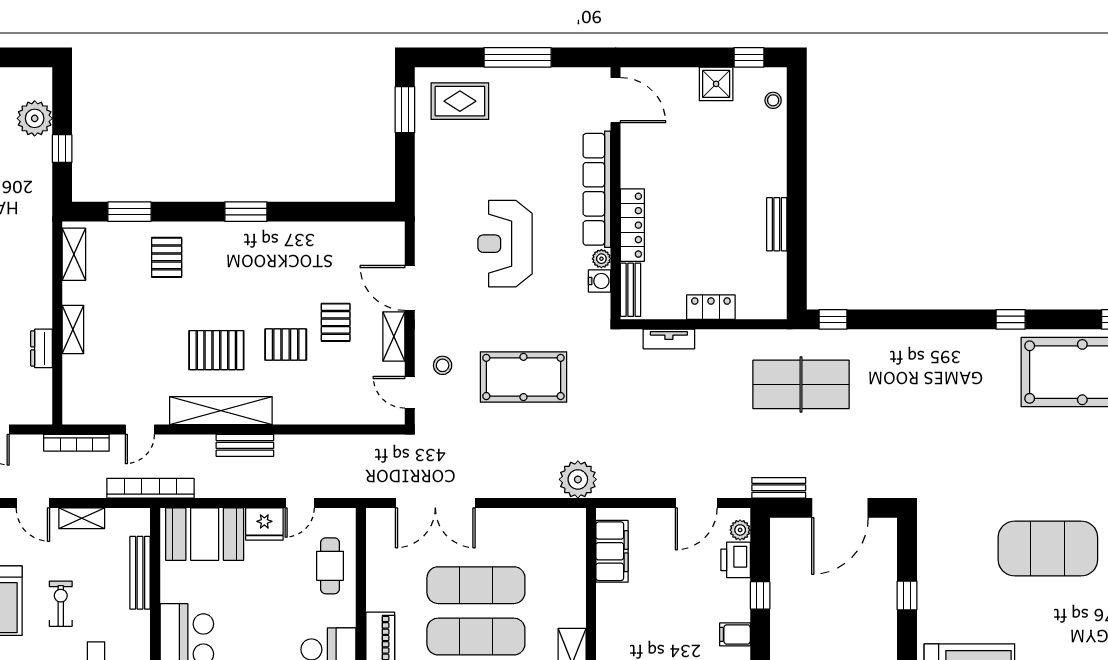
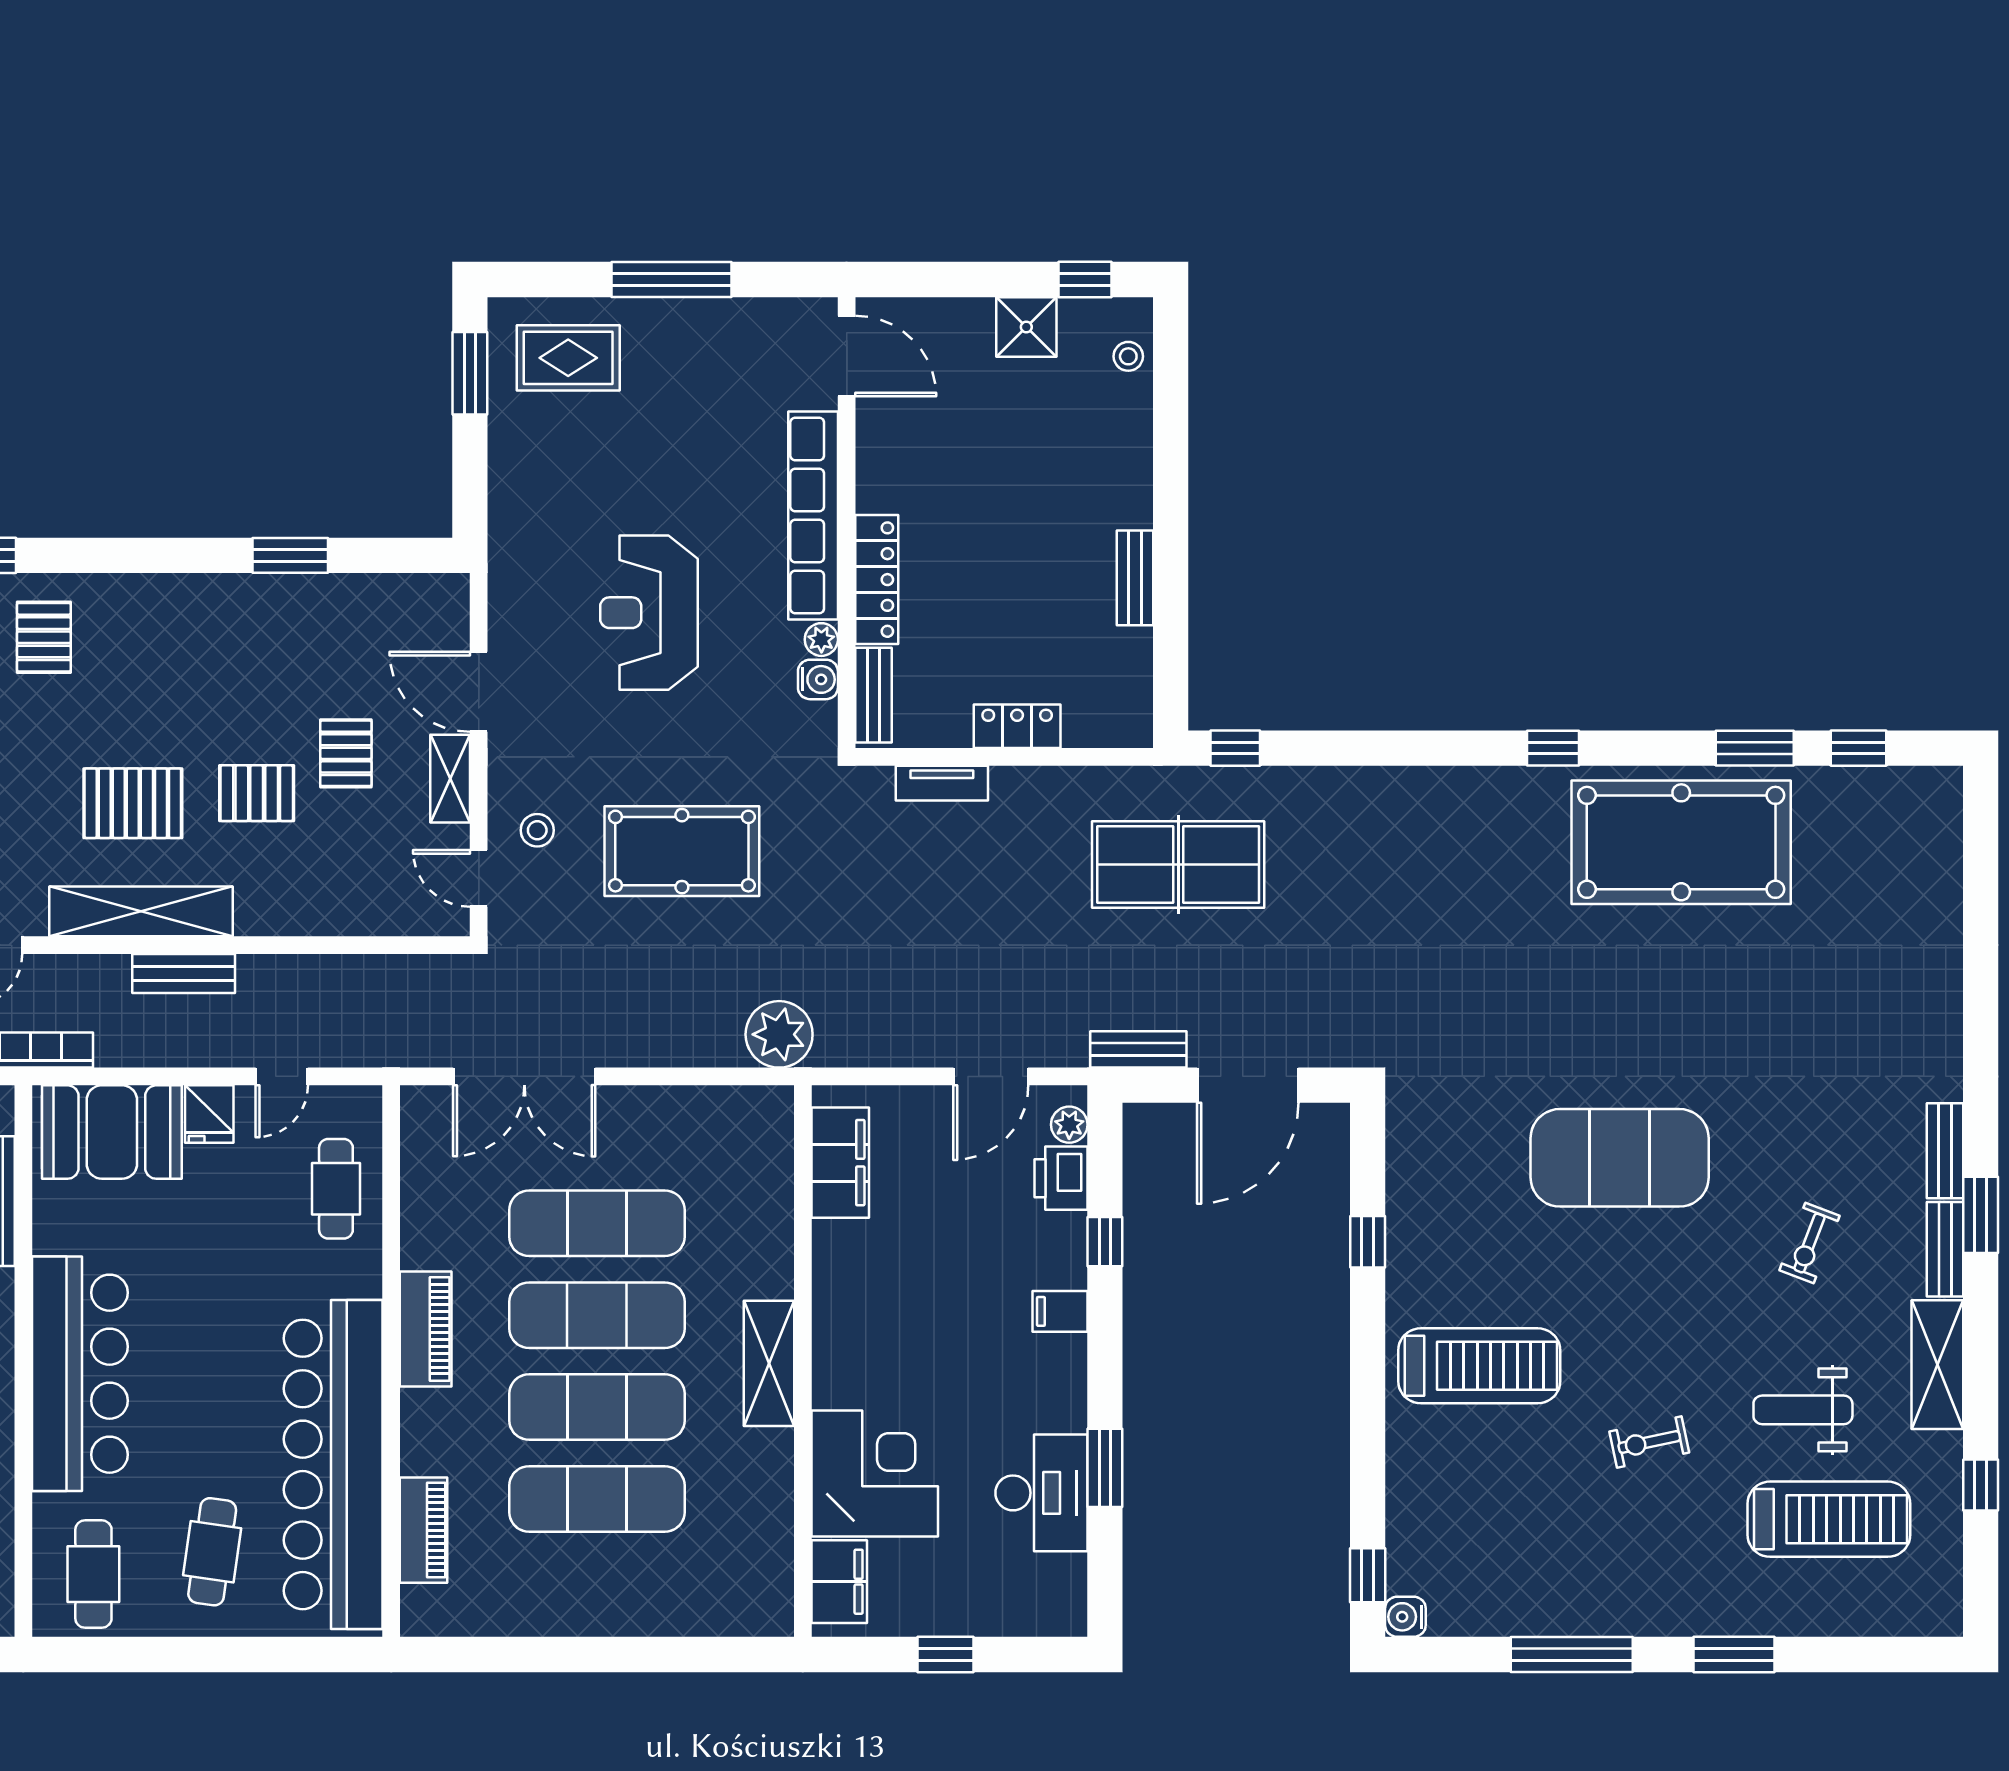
window: (246, 212) -> (290, 555), moved
fridge: (264, 524) -> (209, 1114), width x0.72

